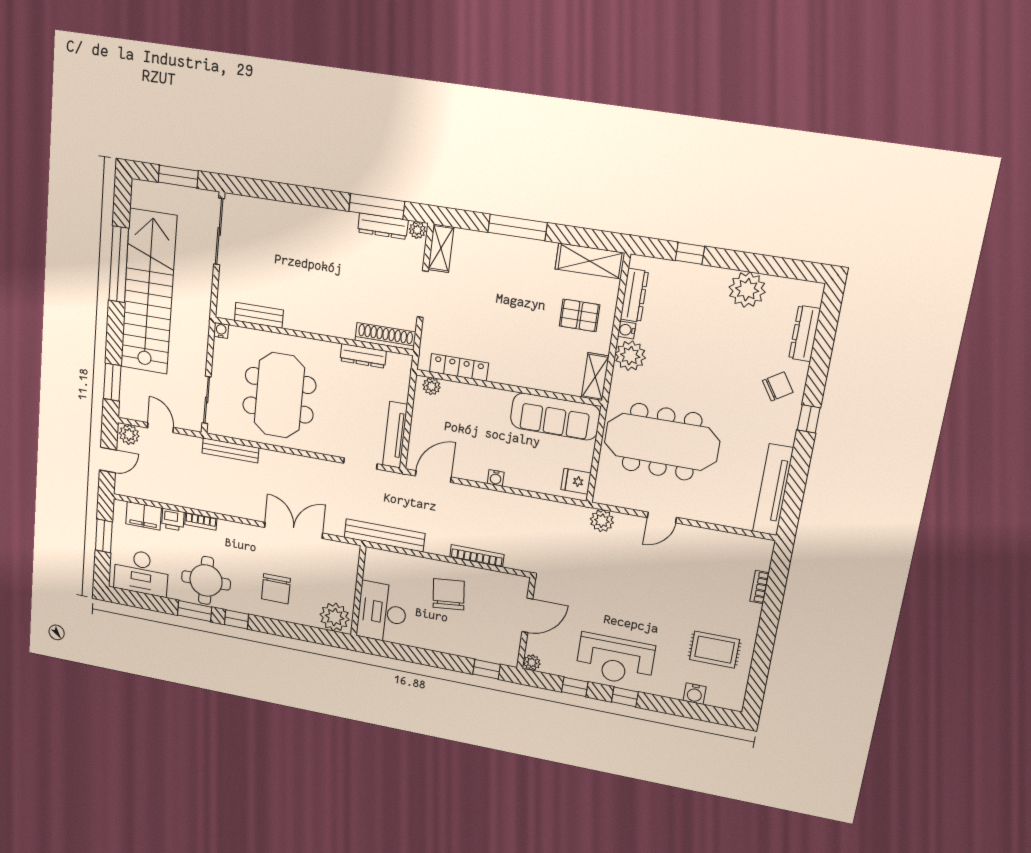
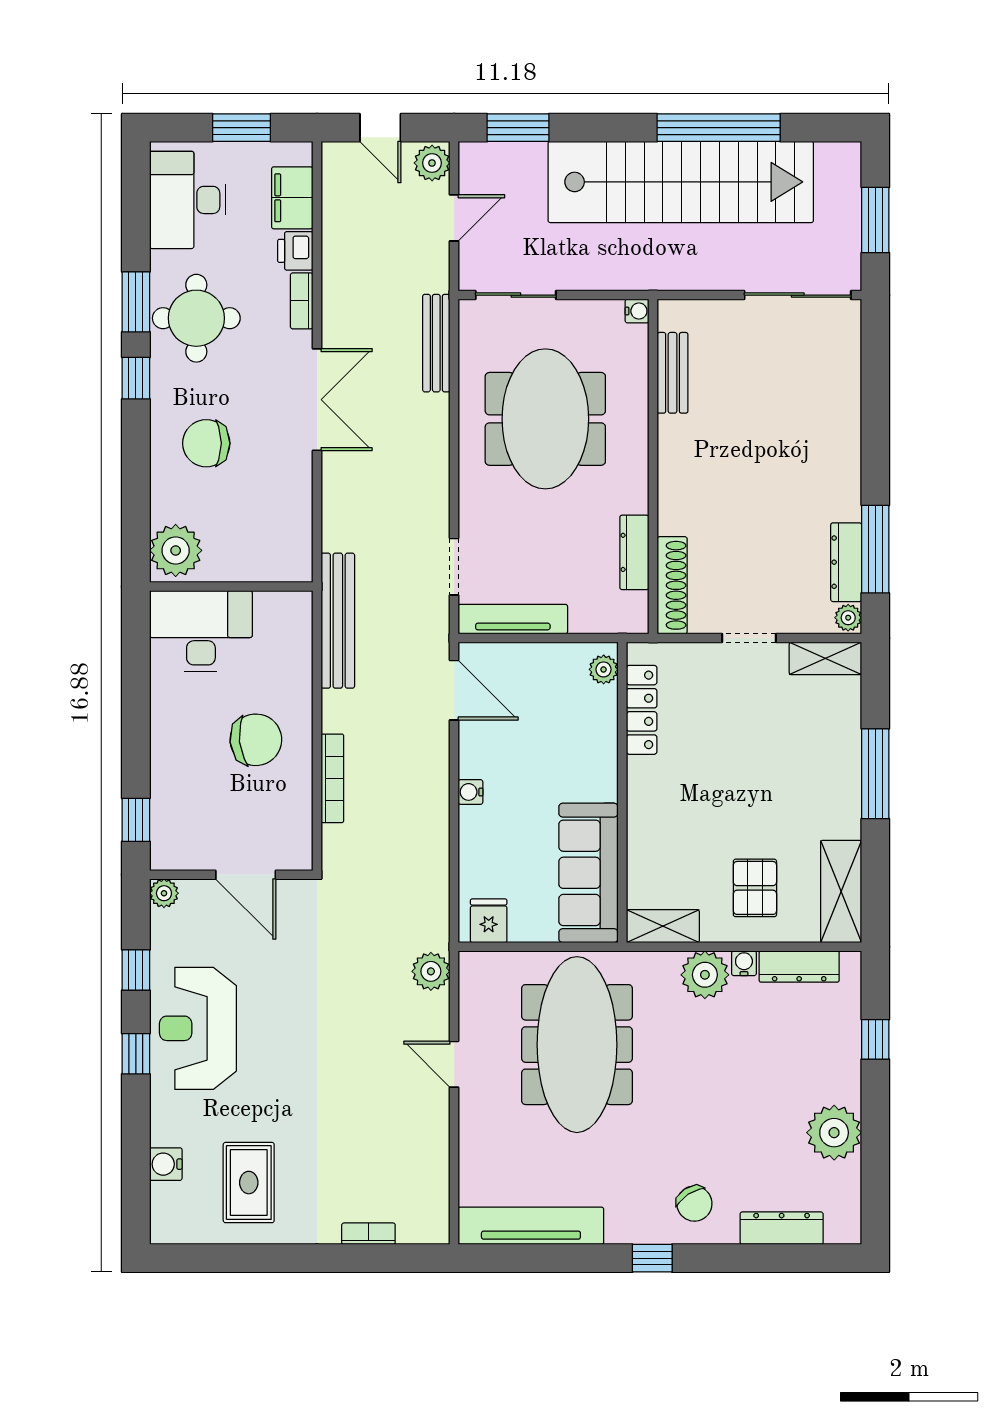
doorway: (423, 294) -> (749, 638), width x0.73
meeting table: (279, 395) -> (545, 419), turned 90
double door: (293, 530) -> (317, 400), moved

